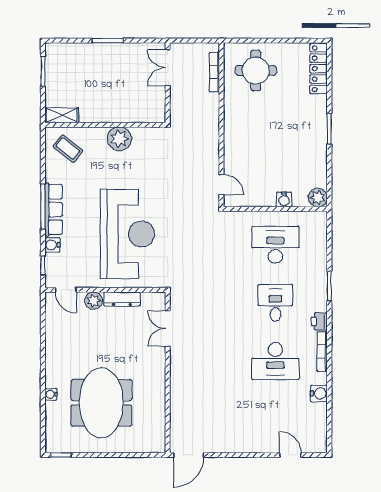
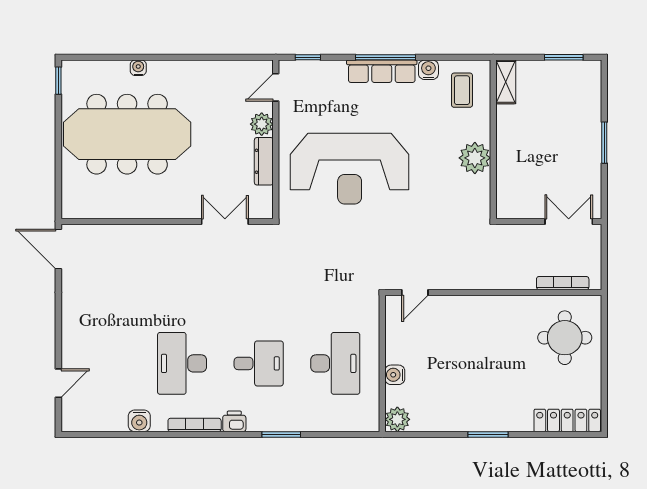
coffee table: (68, 149) -> (462, 90), turned -38
water cooler: (52, 245) -> (428, 70), moved
meeting table: (101, 403) -> (127, 134), width x1.36

